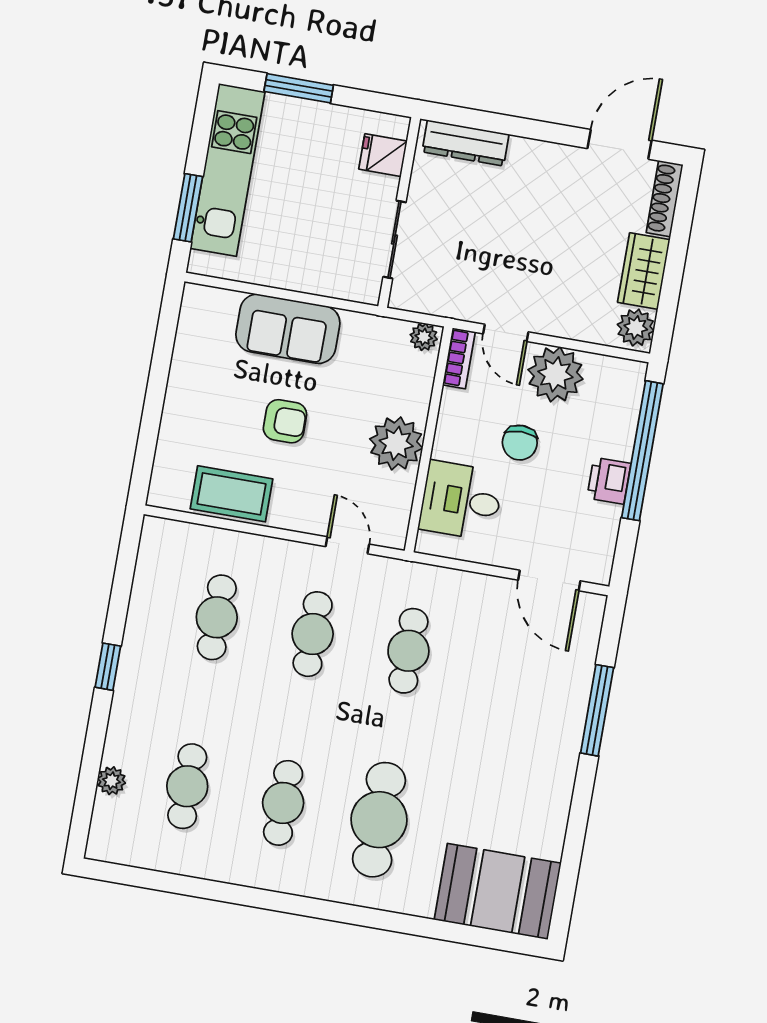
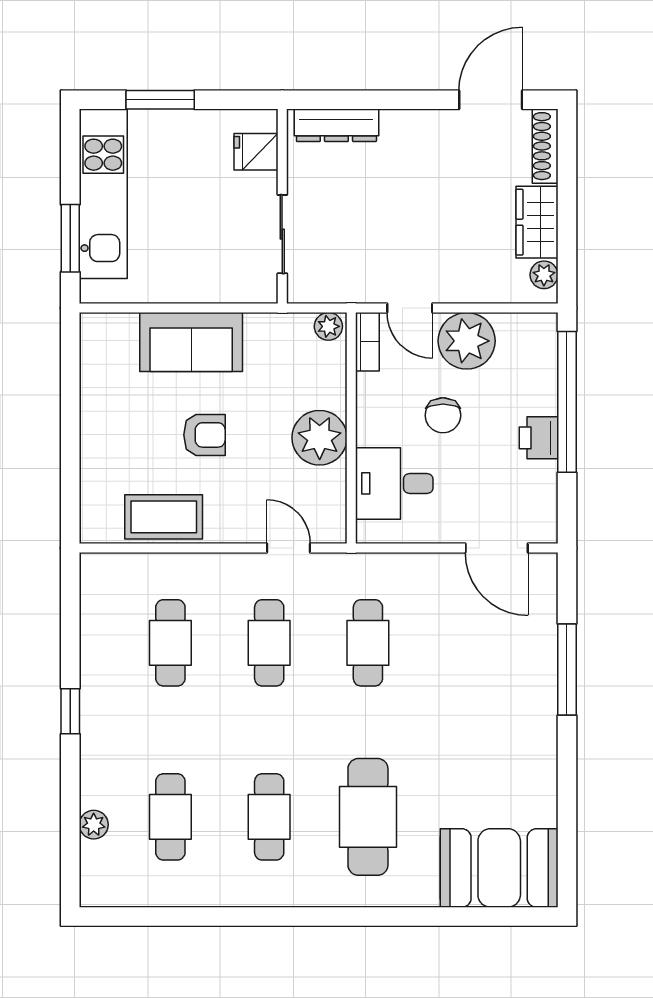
plant: (636, 328) -> (544, 275), width x0.73, depth x0.73

